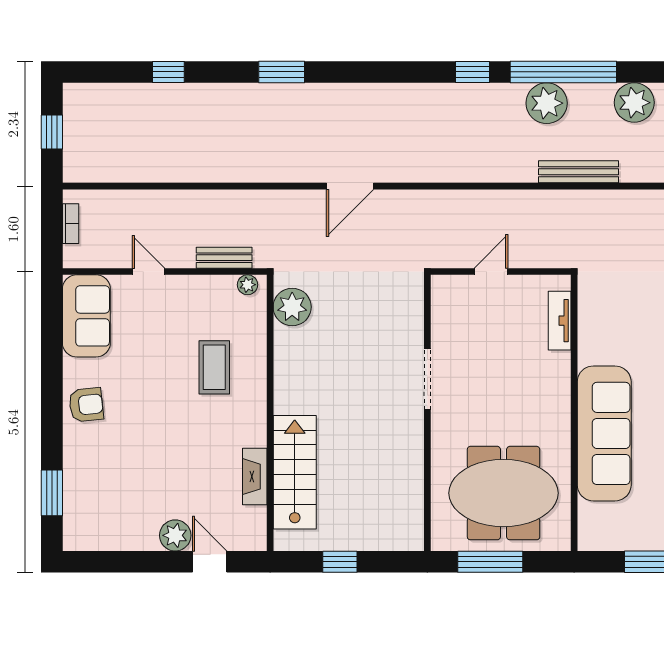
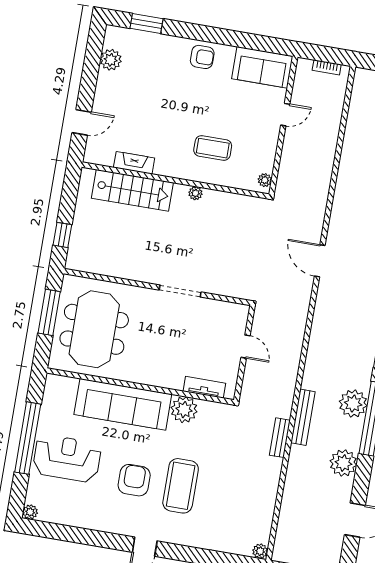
bench: (224, 258) -> (280, 438), moved
plant: (292, 307) -> (195, 193), moved, width x0.53, depth x0.53
plant: (597, 344) -> (184, 410), added
armchair: (86, 405) -> (202, 57), turned -84
plant: (175, 535) -> (111, 60), moved
window: (340, 562) -> (62, 235), moved

